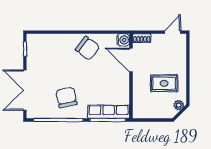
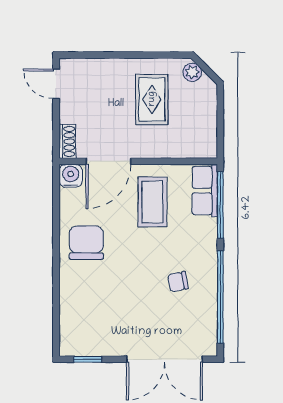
chair: (87, 48) -> (86, 243), turned -38
coffee table: (109, 84) -> (152, 202), added
chair: (67, 97) -> (178, 282), width x0.54, depth x0.54
row of seats: (109, 112) -> (205, 191), width x0.68

